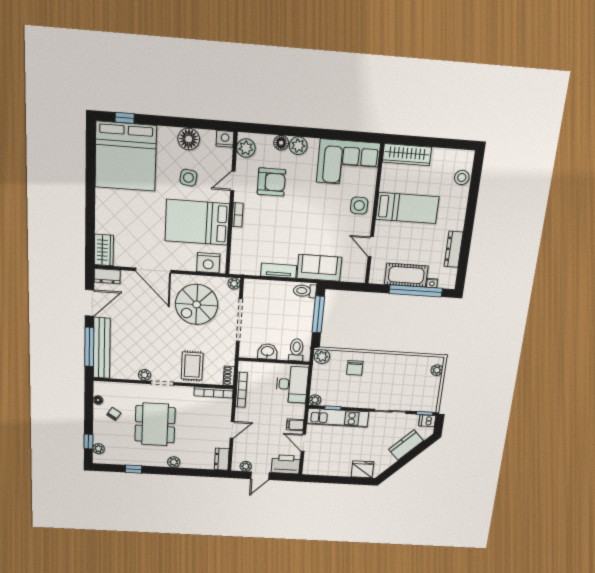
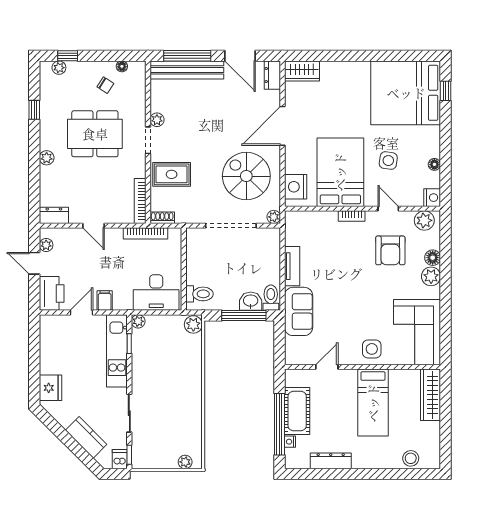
floor lamp: (189, 139) -> (434, 164), width x0.53, depth x0.53
washbasin: (267, 352) -> (251, 301), moved, turned -90
chair: (355, 368) -> (182, 364), removed

